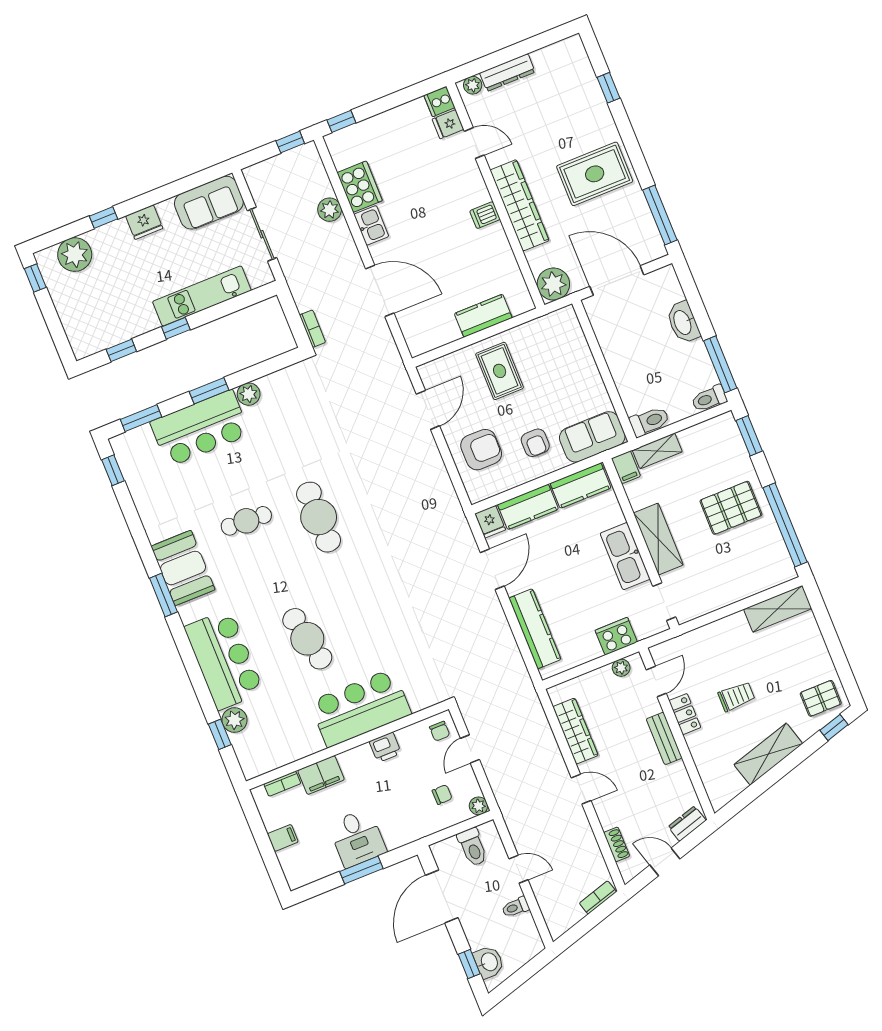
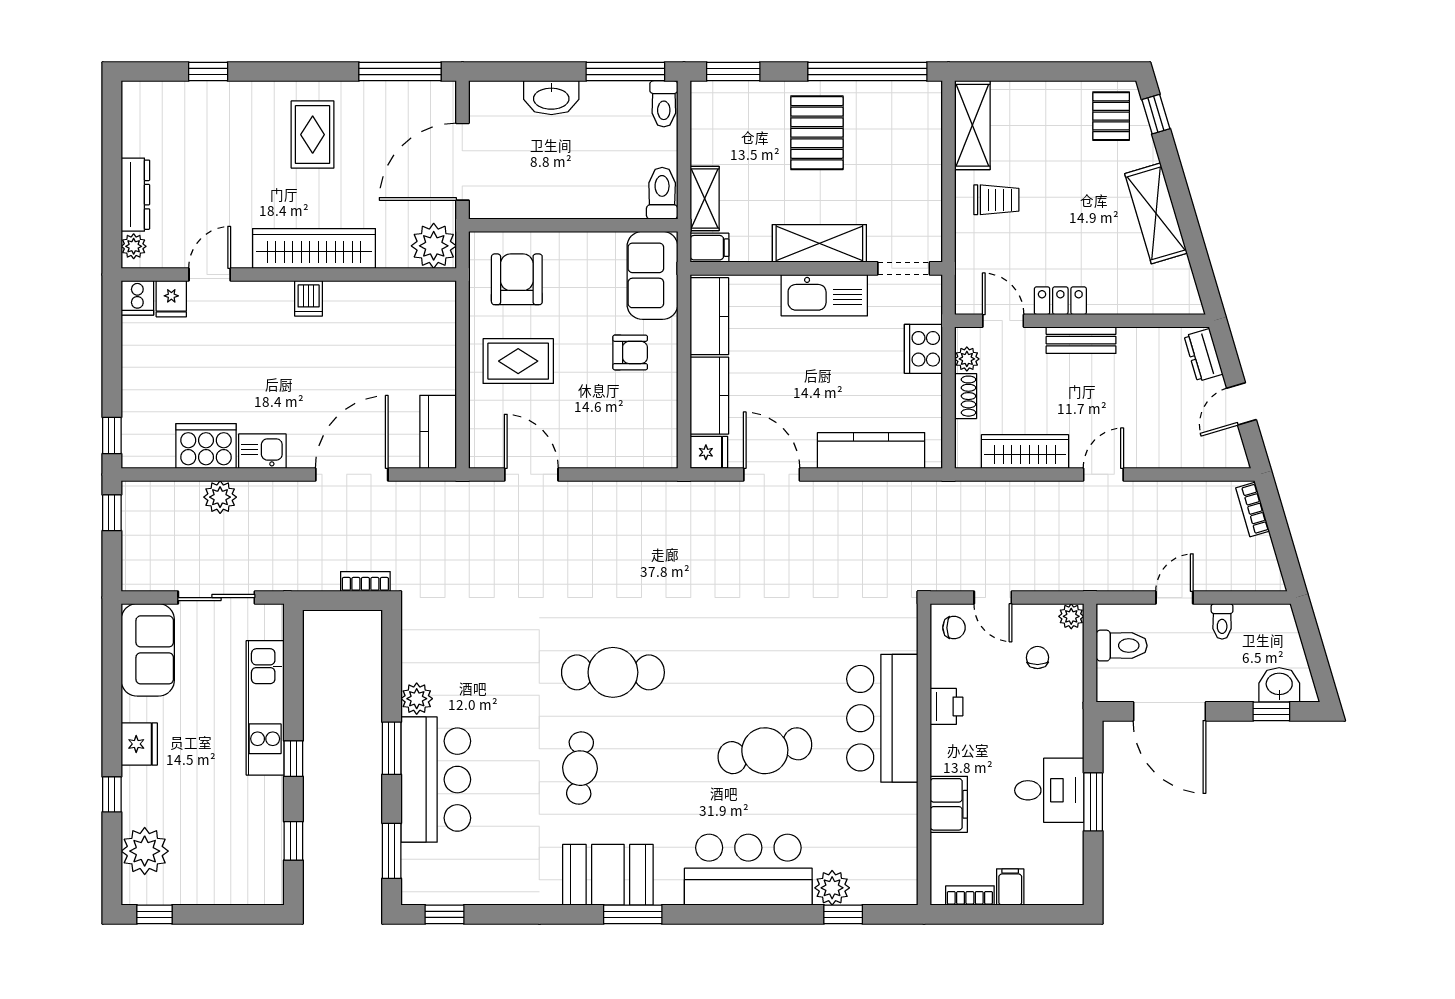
rug: (595, 174) -> (313, 135), width x0.73, depth x0.70
kitchen counter: (483, 316) -> (438, 432), moved
armchair: (481, 450) -> (517, 279), moved
trolley: (736, 696) -> (996, 200), moved, turned 90
bookcase: (282, 784) -> (970, 895), moved, turned -90
shoe rack: (617, 844) -> (966, 396), moved, turned 90

